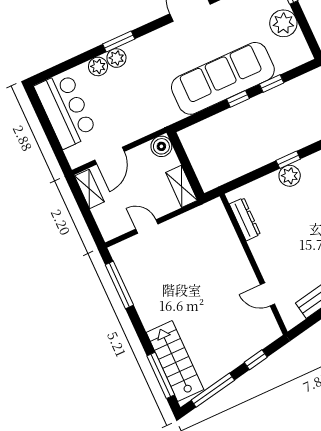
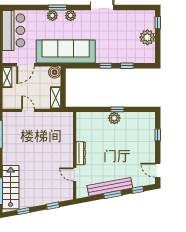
plant: (98, 66) -> (71, 16), moved
sofa: (223, 78) -> (66, 51), moved
dresser: (245, 219) -> (81, 153), moved
window: (213, 390) -> (23, 211), width x0.46

